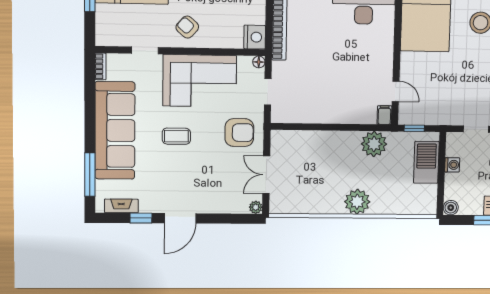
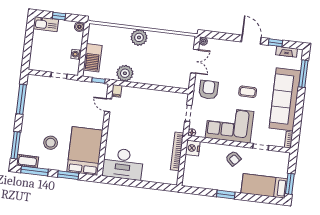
armchair: (239, 133) -> (209, 90), turned 90
door: (180, 218) -> (251, 40), hinge flipped

